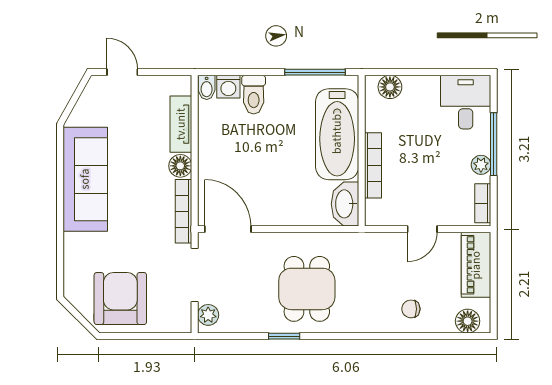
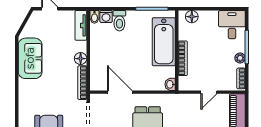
tv unit: (181, 124) -> (81, 25), moved
sofa: (85, 179) -> (30, 58), width x0.73
washbasin: (345, 204) -> (170, 84), width x0.52, depth x0.69
door: (228, 229) -> (120, 92), moved

